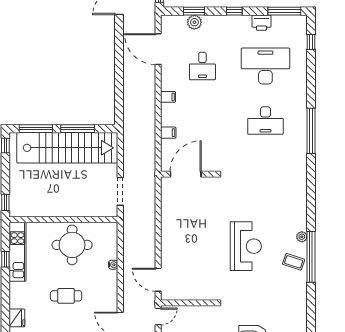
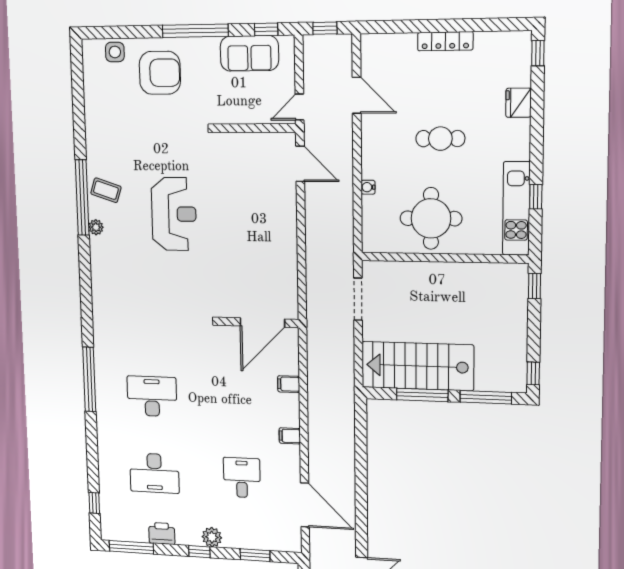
plant: (194, 22) -> (212, 537), moved
desk: (265, 66) -> (154, 473), width x0.73, depth x0.77
stairs: (67, 148) -> (417, 366), width x0.73
reception desk: (246, 246) -> (174, 214), turned 180

